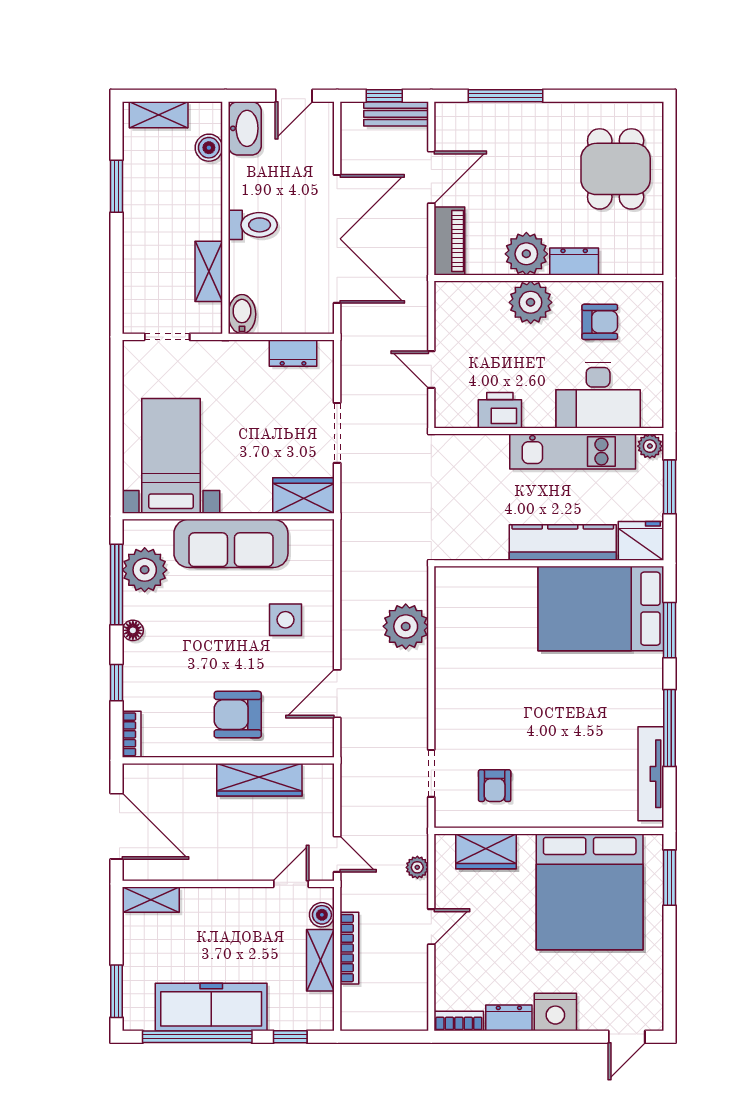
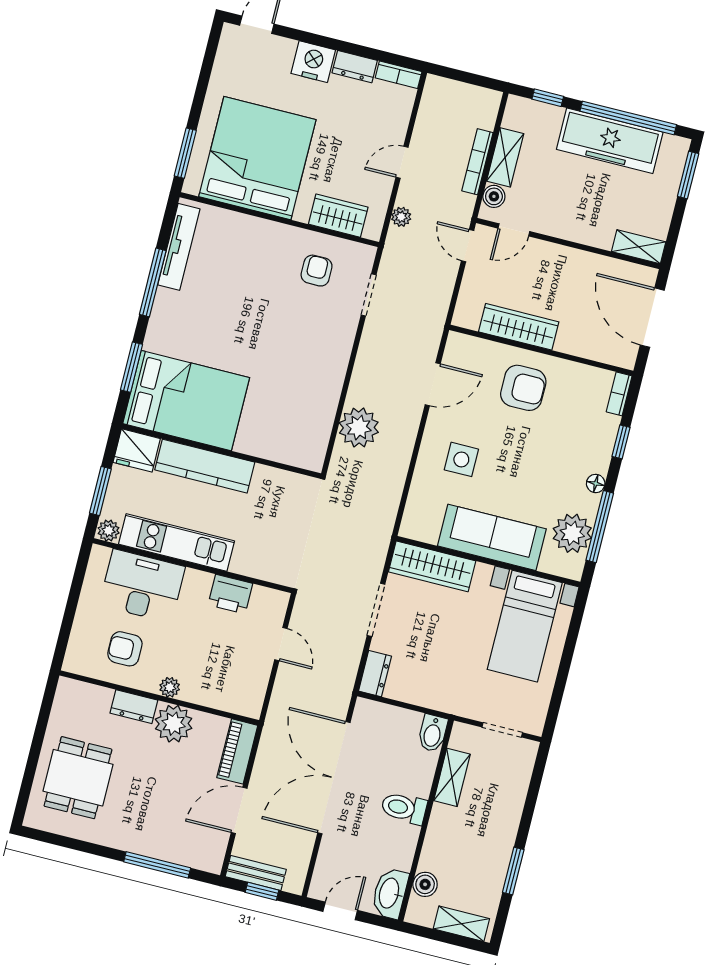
plant: (531, 302) -> (170, 687), width x0.53, depth x0.53
dresser: (293, 353) -> (375, 674), moved, turned 90
wardrobe: (304, 495) -> (432, 566), width x1.50

